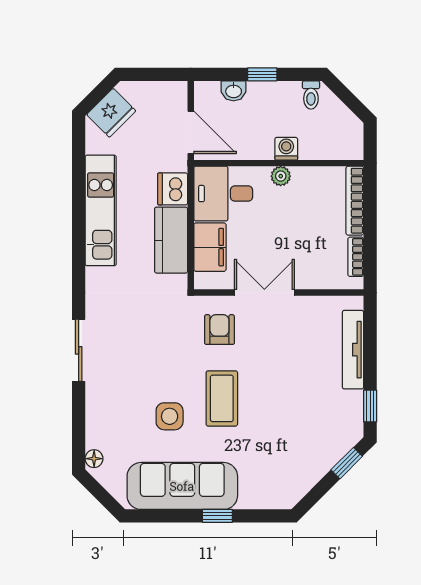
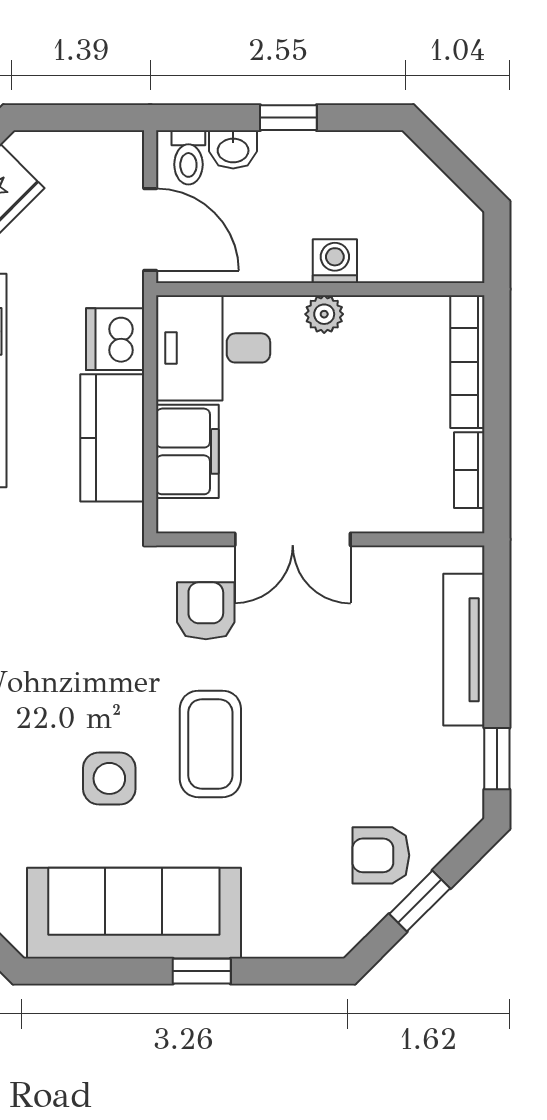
toilet: (311, 95) -> (188, 157), moved
double door: (264, 293) -> (293, 539), swing flipped
armchair: (310, 456) -> (381, 855), added
window: (347, 463) -> (420, 901), moved

